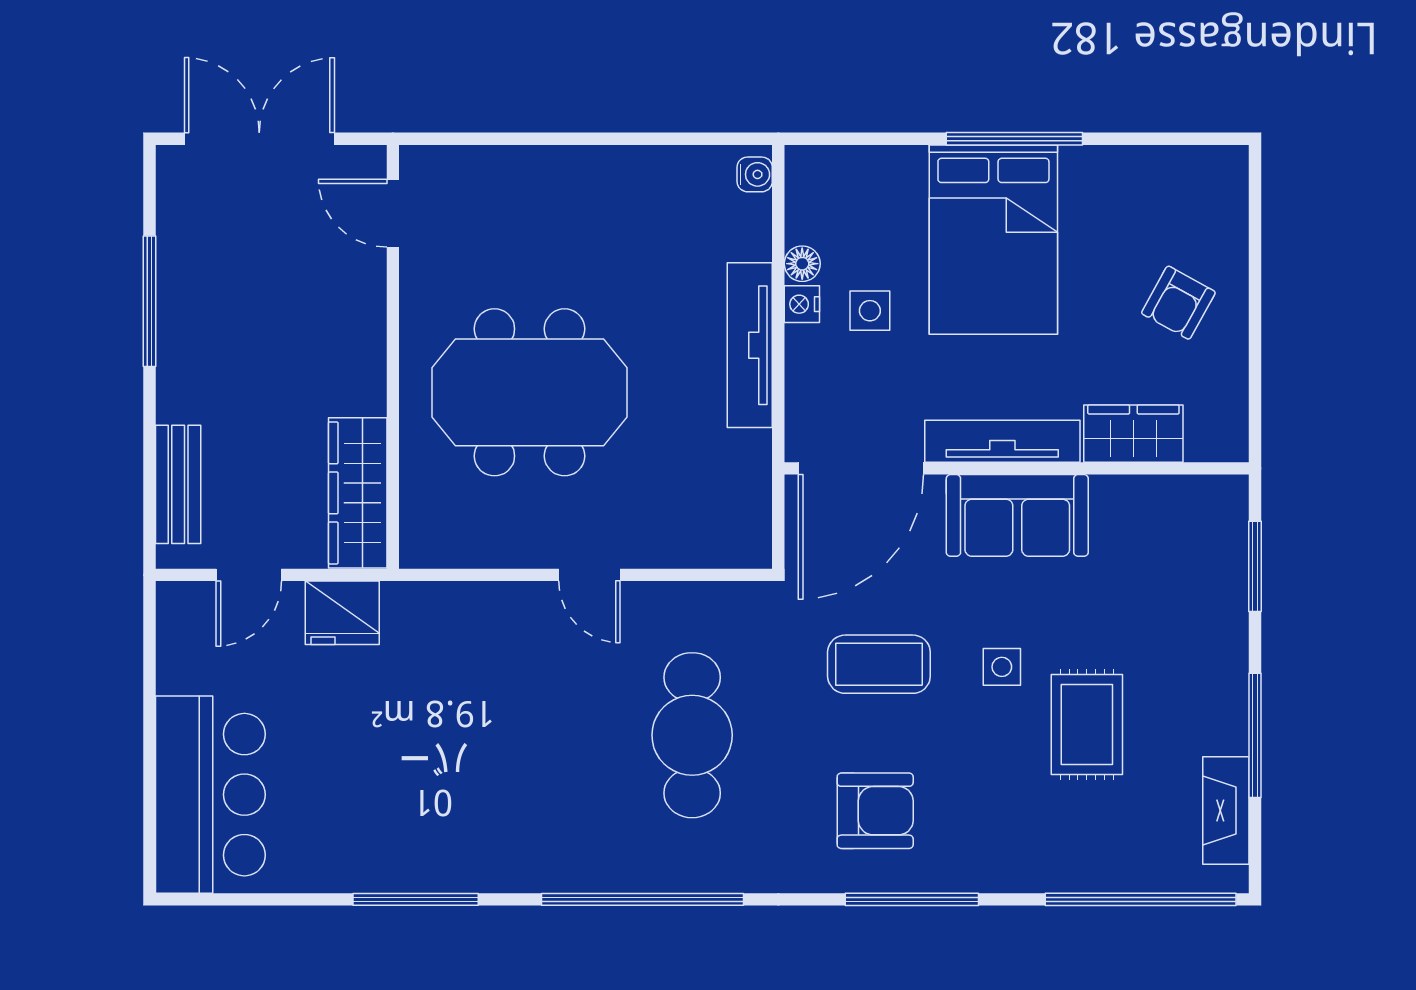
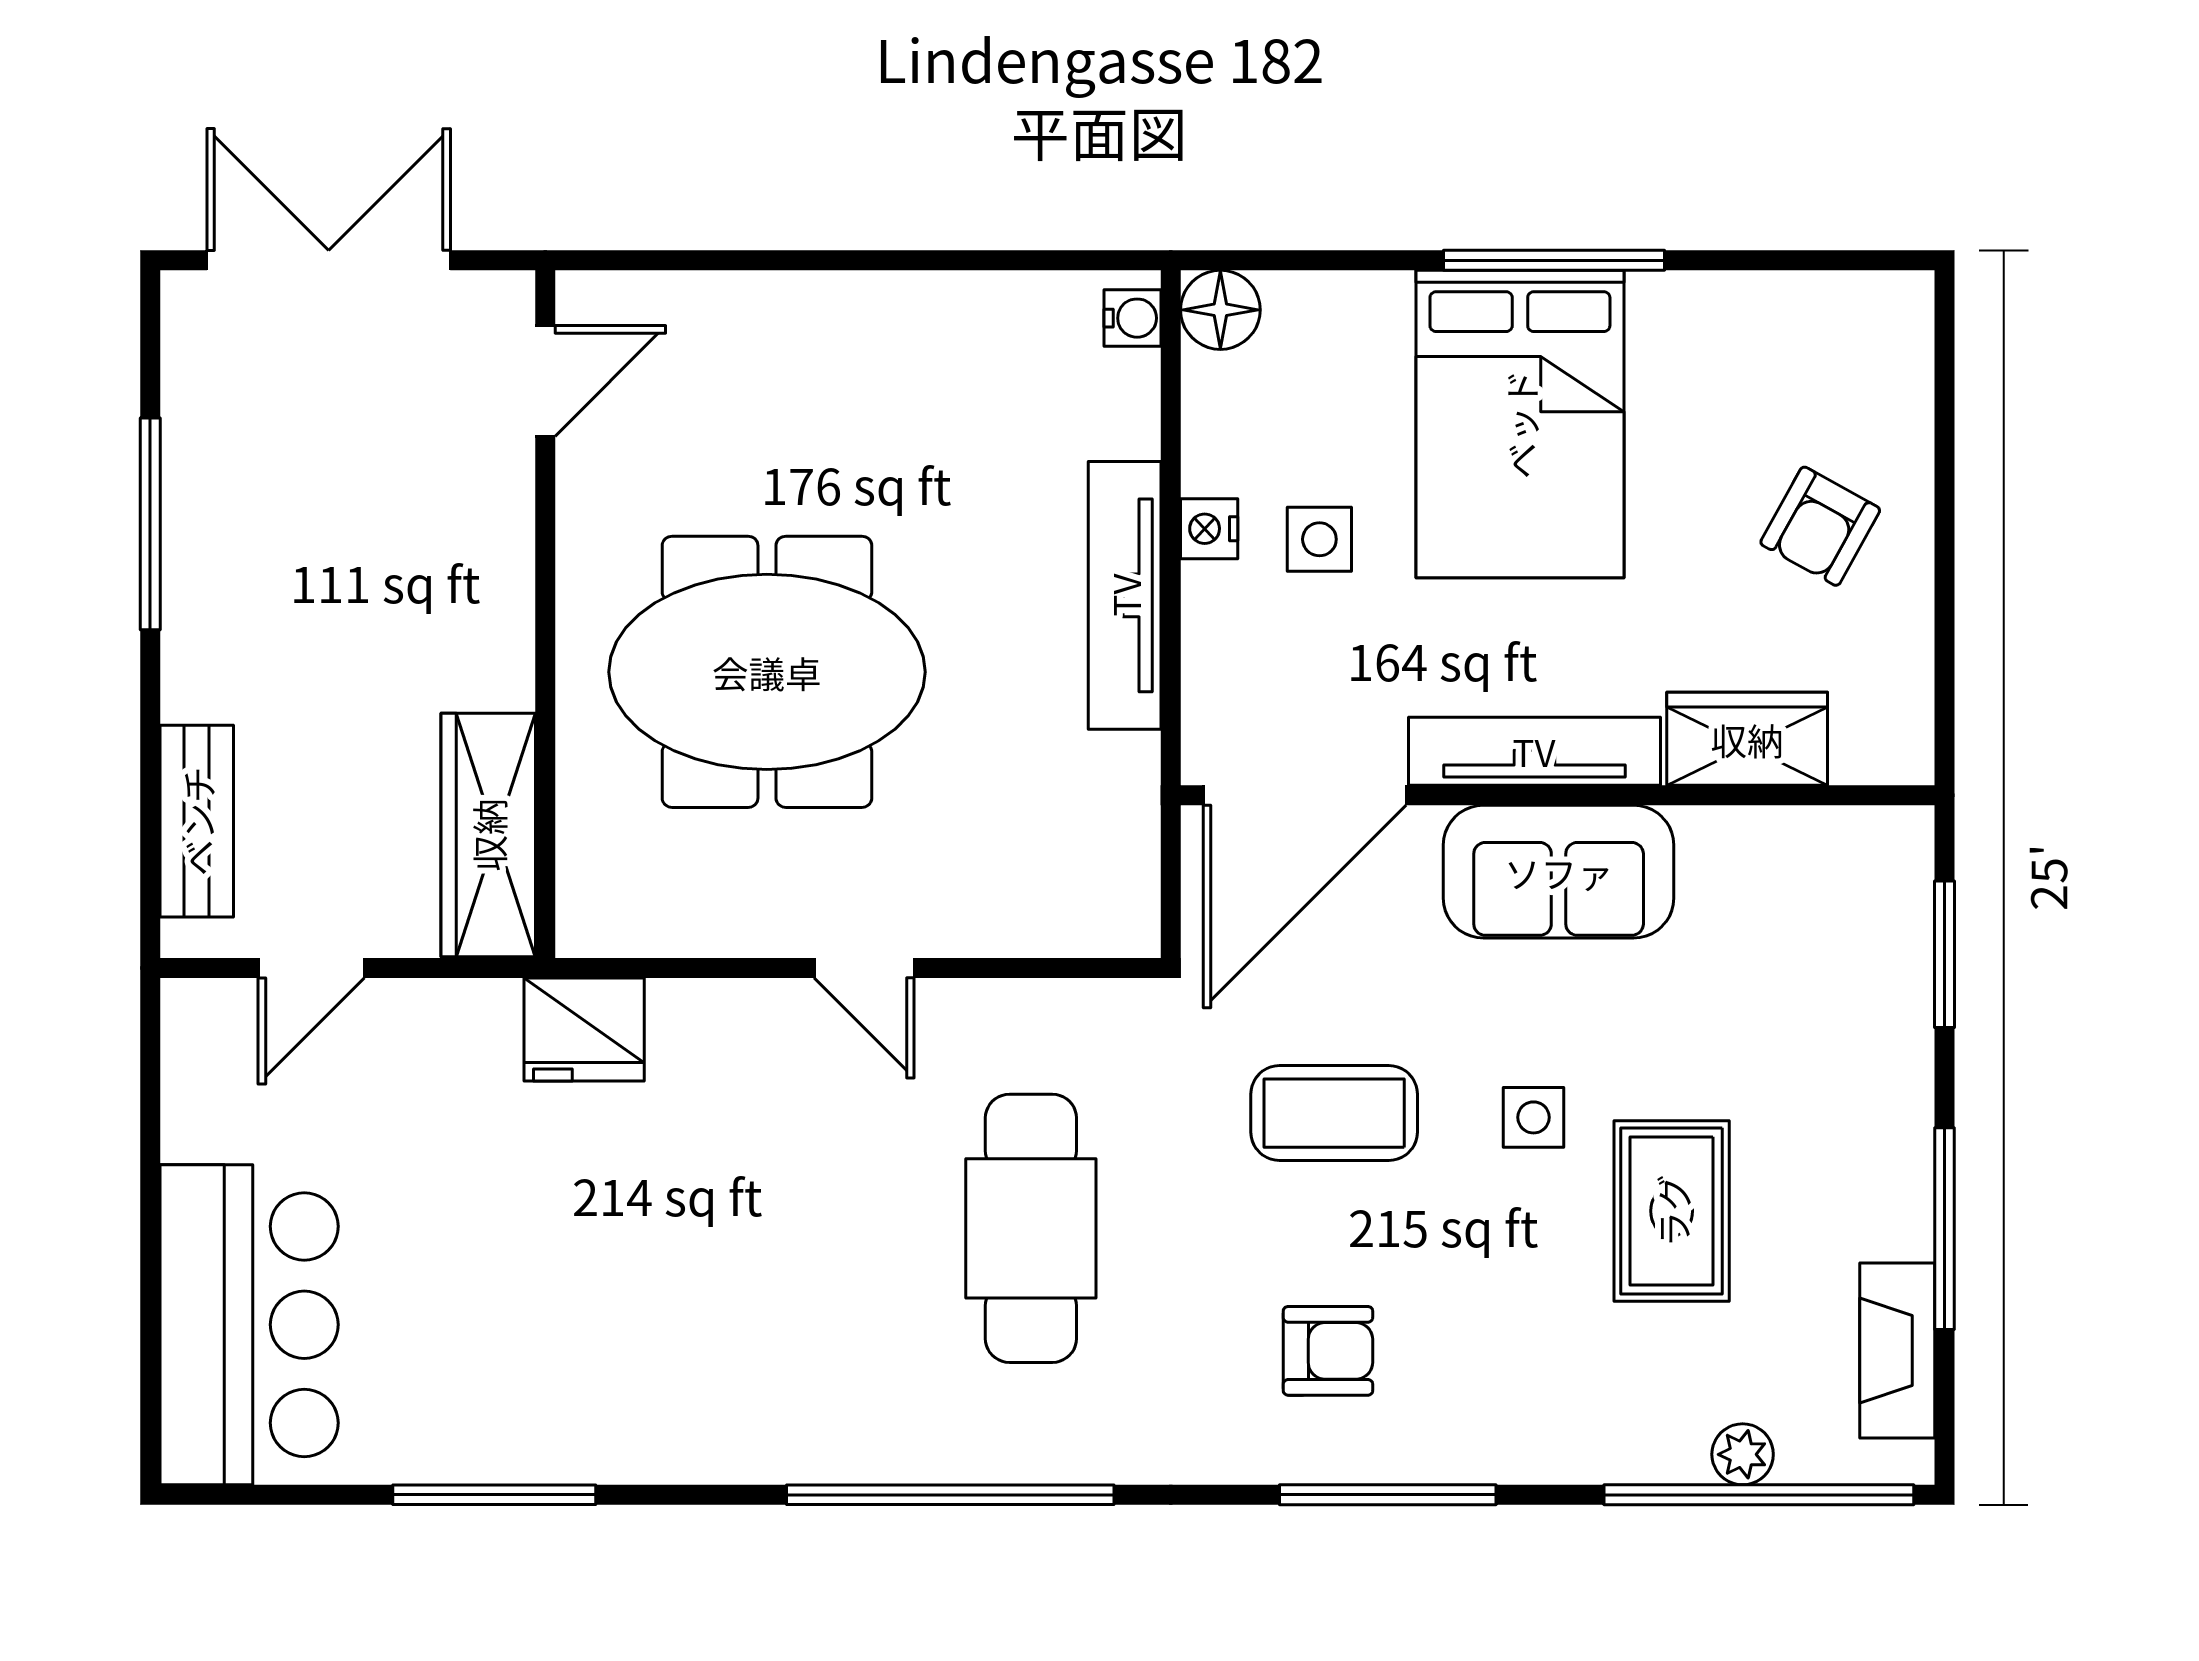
door: (393, 213) -> (545, 381), swing flipped
floor lamp: (802, 264) -> (1220, 310), moved, width x1.37, depth x1.37
fridge: (342, 613) -> (584, 1030), moved
armchair: (875, 811) -> (1328, 1351), width x0.72, depth x0.72
plant: (1131, 874) -> (1743, 1454), added
window: (416, 899) -> (494, 1495), moved

